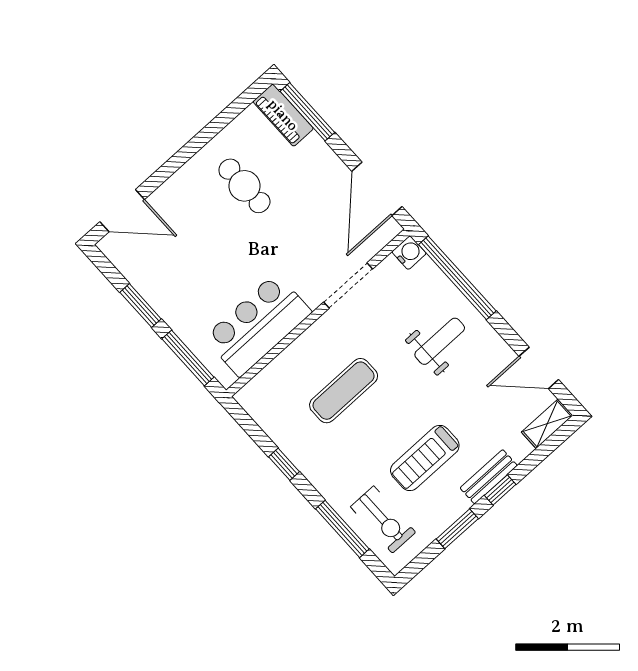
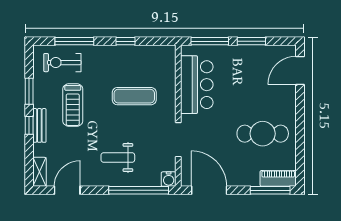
cafe table: (244, 186) -> (263, 134), width x1.37, depth x1.35
weight bench: (440, 341) -> (118, 157), turned 90
exercise mat: (344, 391) -> (134, 96), turned 90
treadmill: (425, 458) -> (73, 105), turned 180

